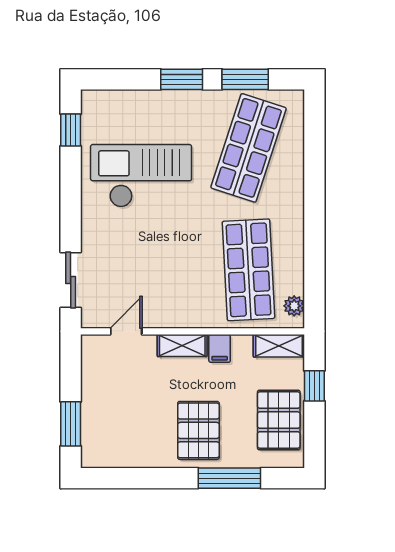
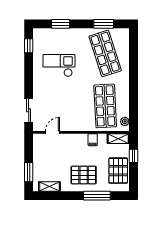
window: (182, 79) -> (60, 24), moved
shop shelf: (249, 148) -> (105, 53), turned -36
checkout: (141, 176) -> (59, 65), width x0.73, depth x0.83
shelving: (182, 345) -> (49, 186), moved
pallet: (198, 430) -> (84, 175), turned 90

